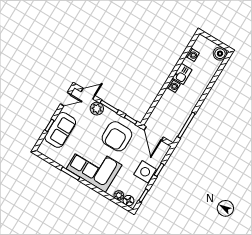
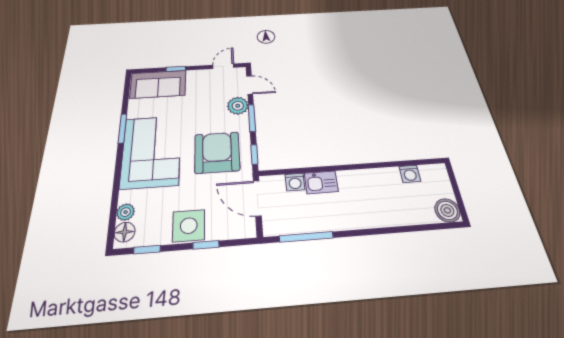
kitchen sink: (182, 74) -> (321, 182), moved
washing machine: (173, 86) -> (295, 182), moved
door: (65, 99) -> (223, 66), swing flipped
sofa: (60, 130) -> (158, 84), moved
door: (154, 134) -> (257, 198), hinge flipped
armchair: (117, 136) -> (217, 152), turned 90

